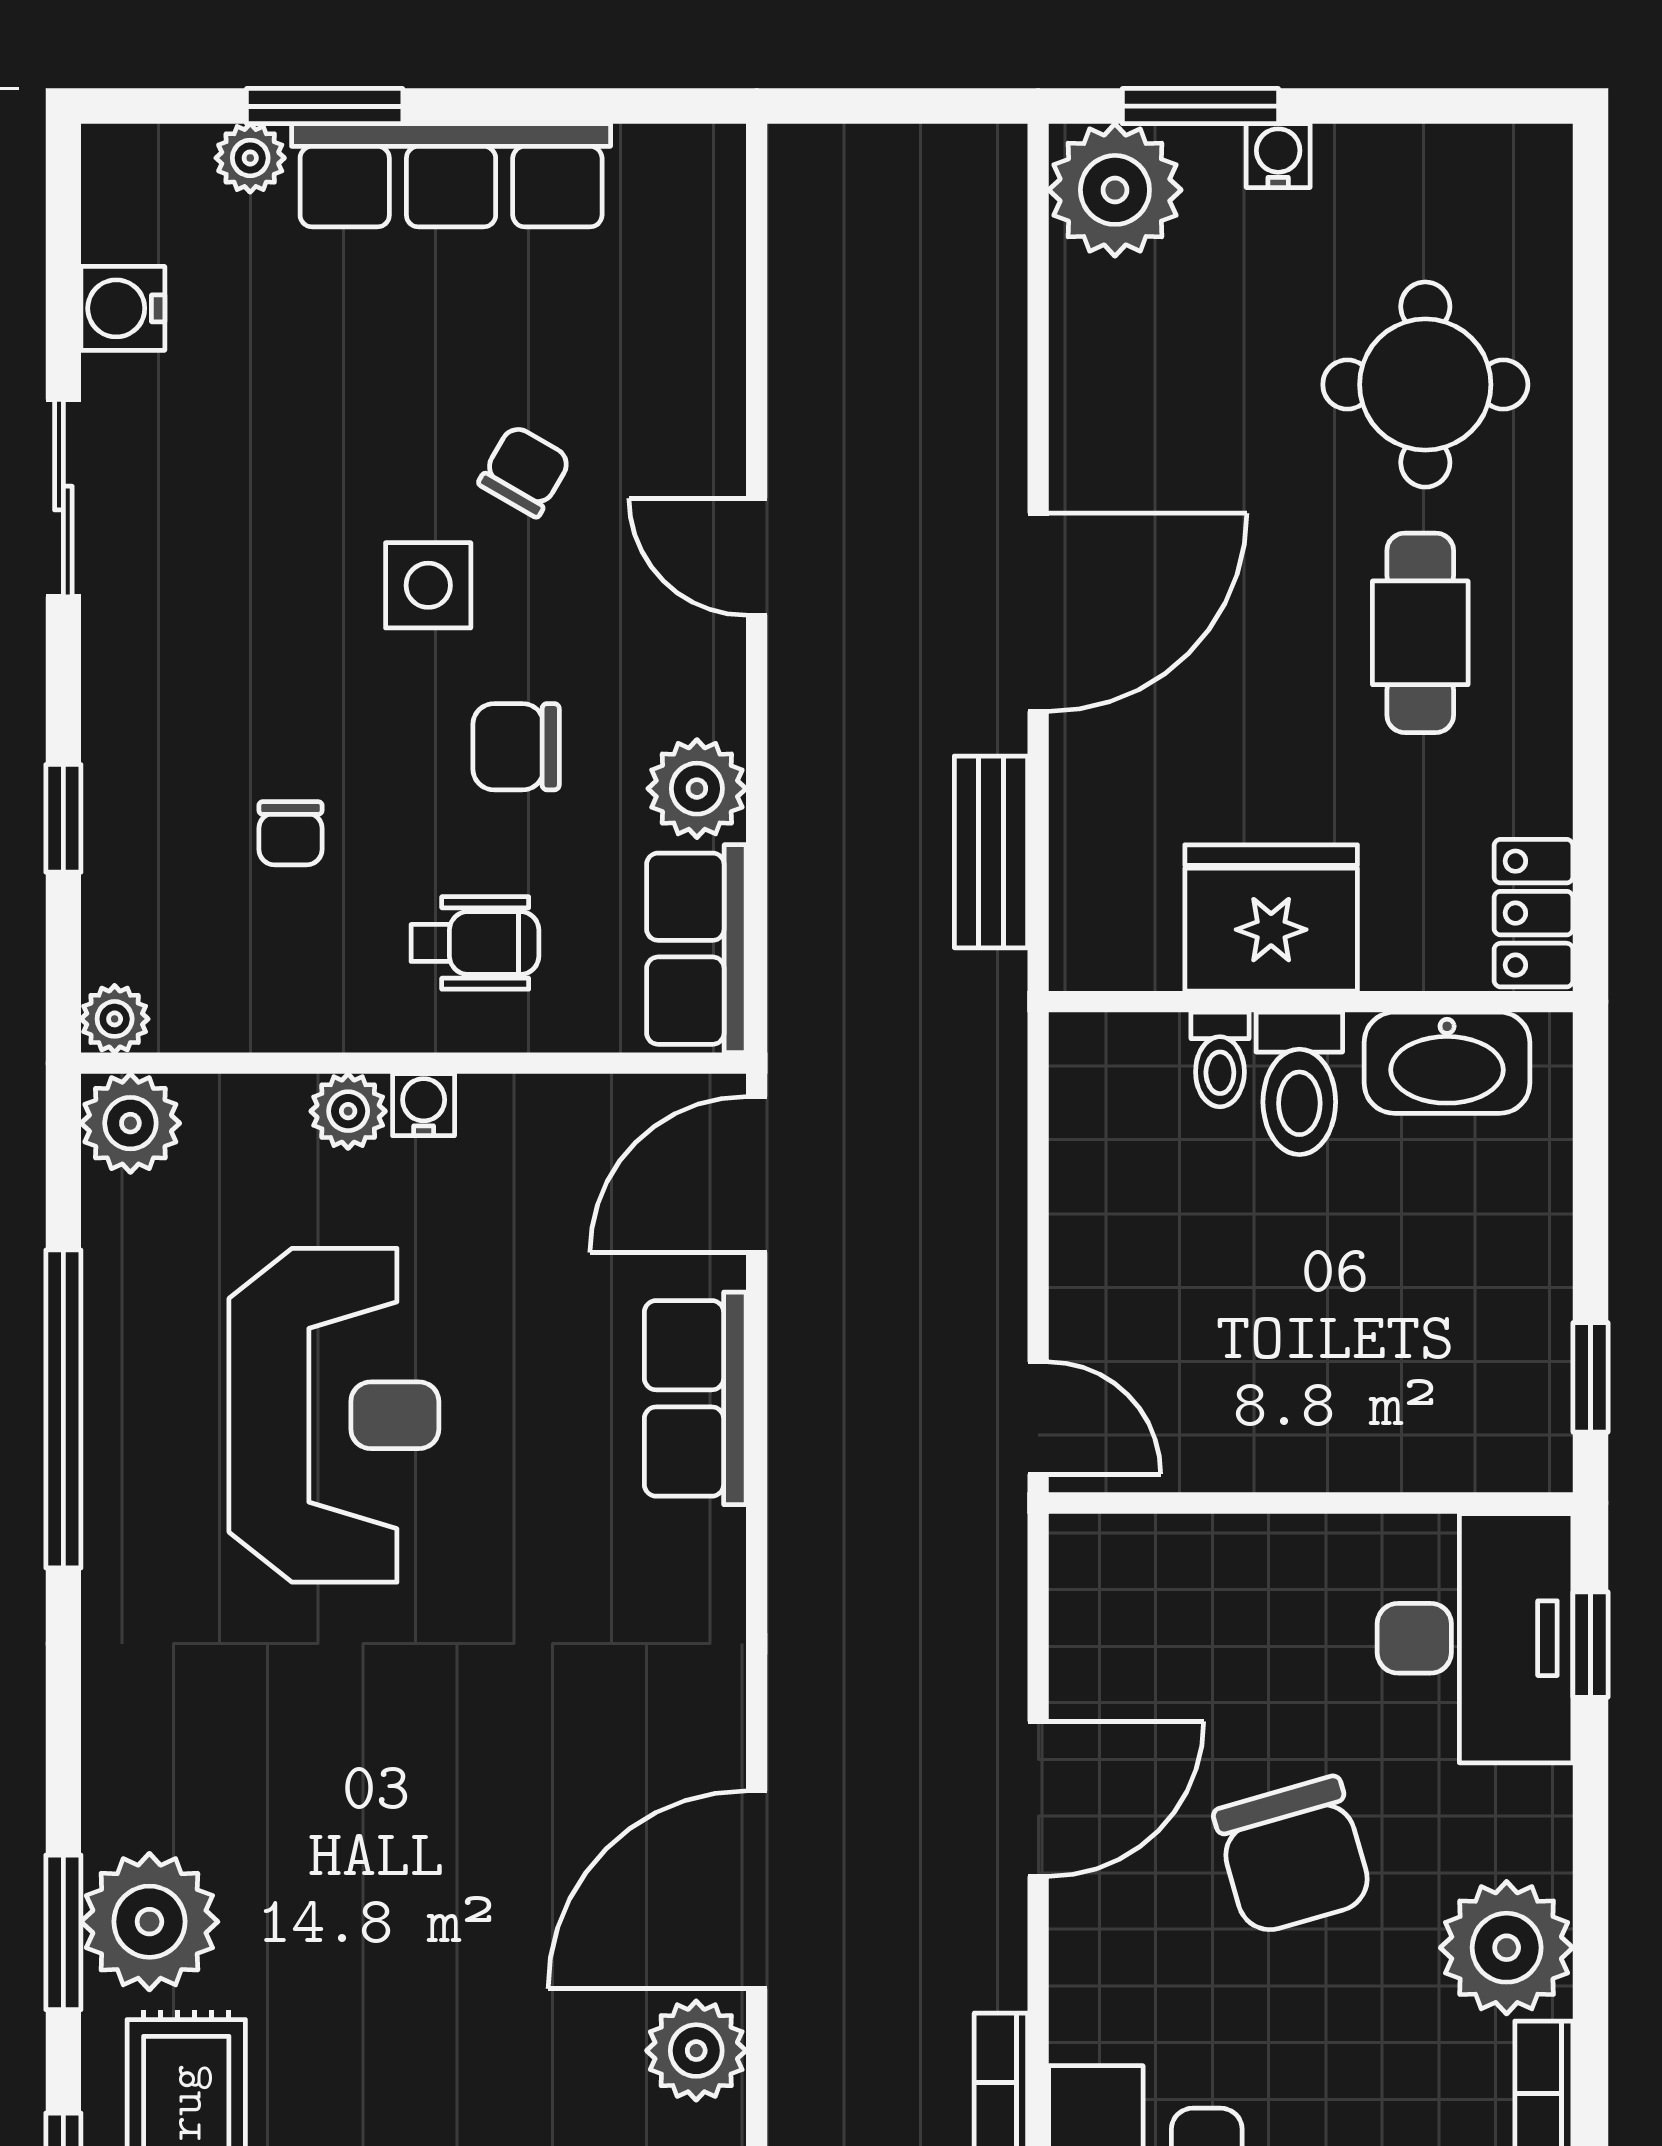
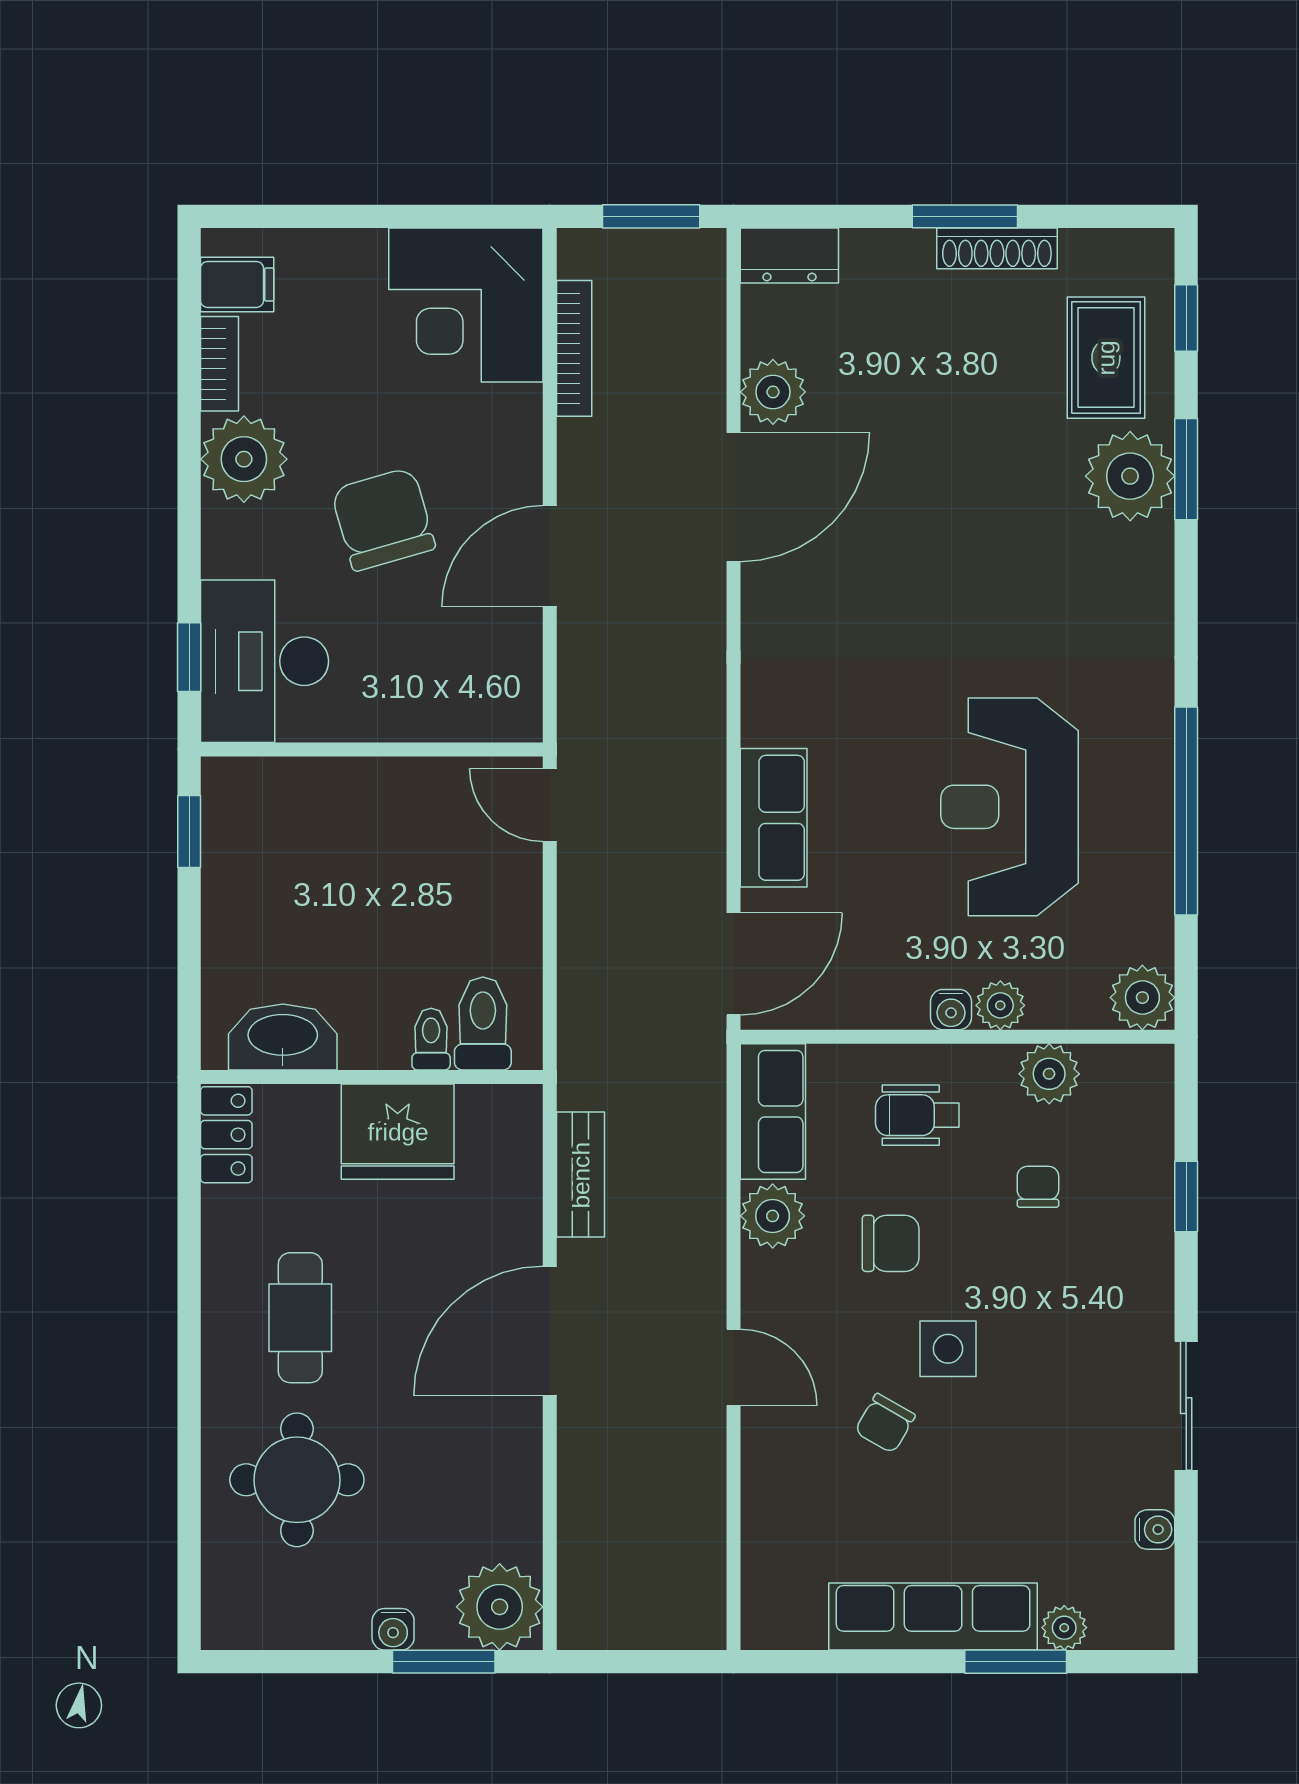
water cooler: (123, 308) -> (1155, 1530), width x0.72, depth x0.72
plant: (115, 1019) -> (1049, 1074), moved, width x1.38, depth x1.38
toilet: (1299, 1083) -> (483, 1023), moved

